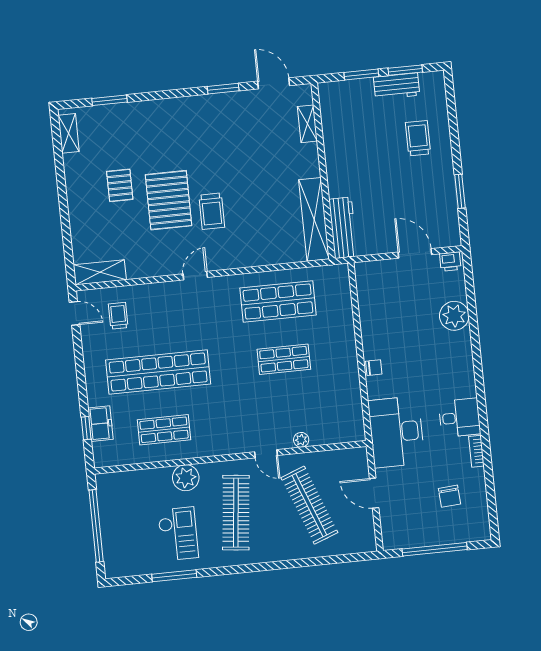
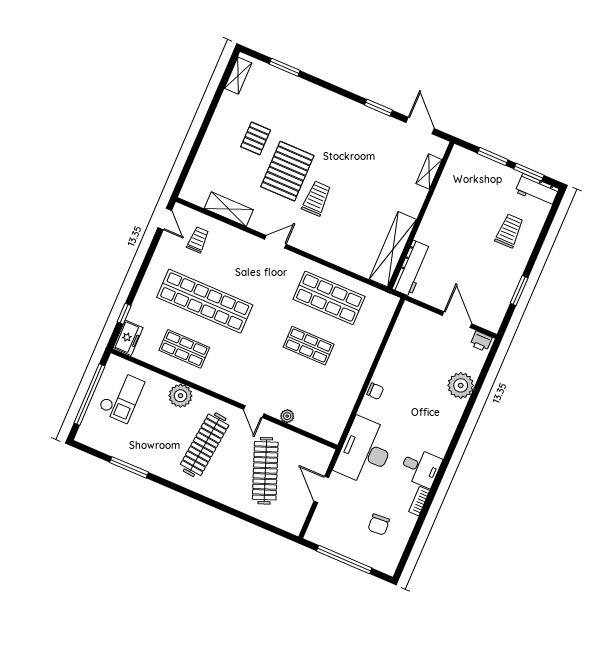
workbench: (397, 86) -> (537, 190), moved
trolley: (212, 211) -> (316, 199), turned 180
shelving: (100, 272) -> (229, 209), moved
freezer: (100, 424) -> (128, 338), moved
checkout: (178, 534) -> (121, 397), moved

